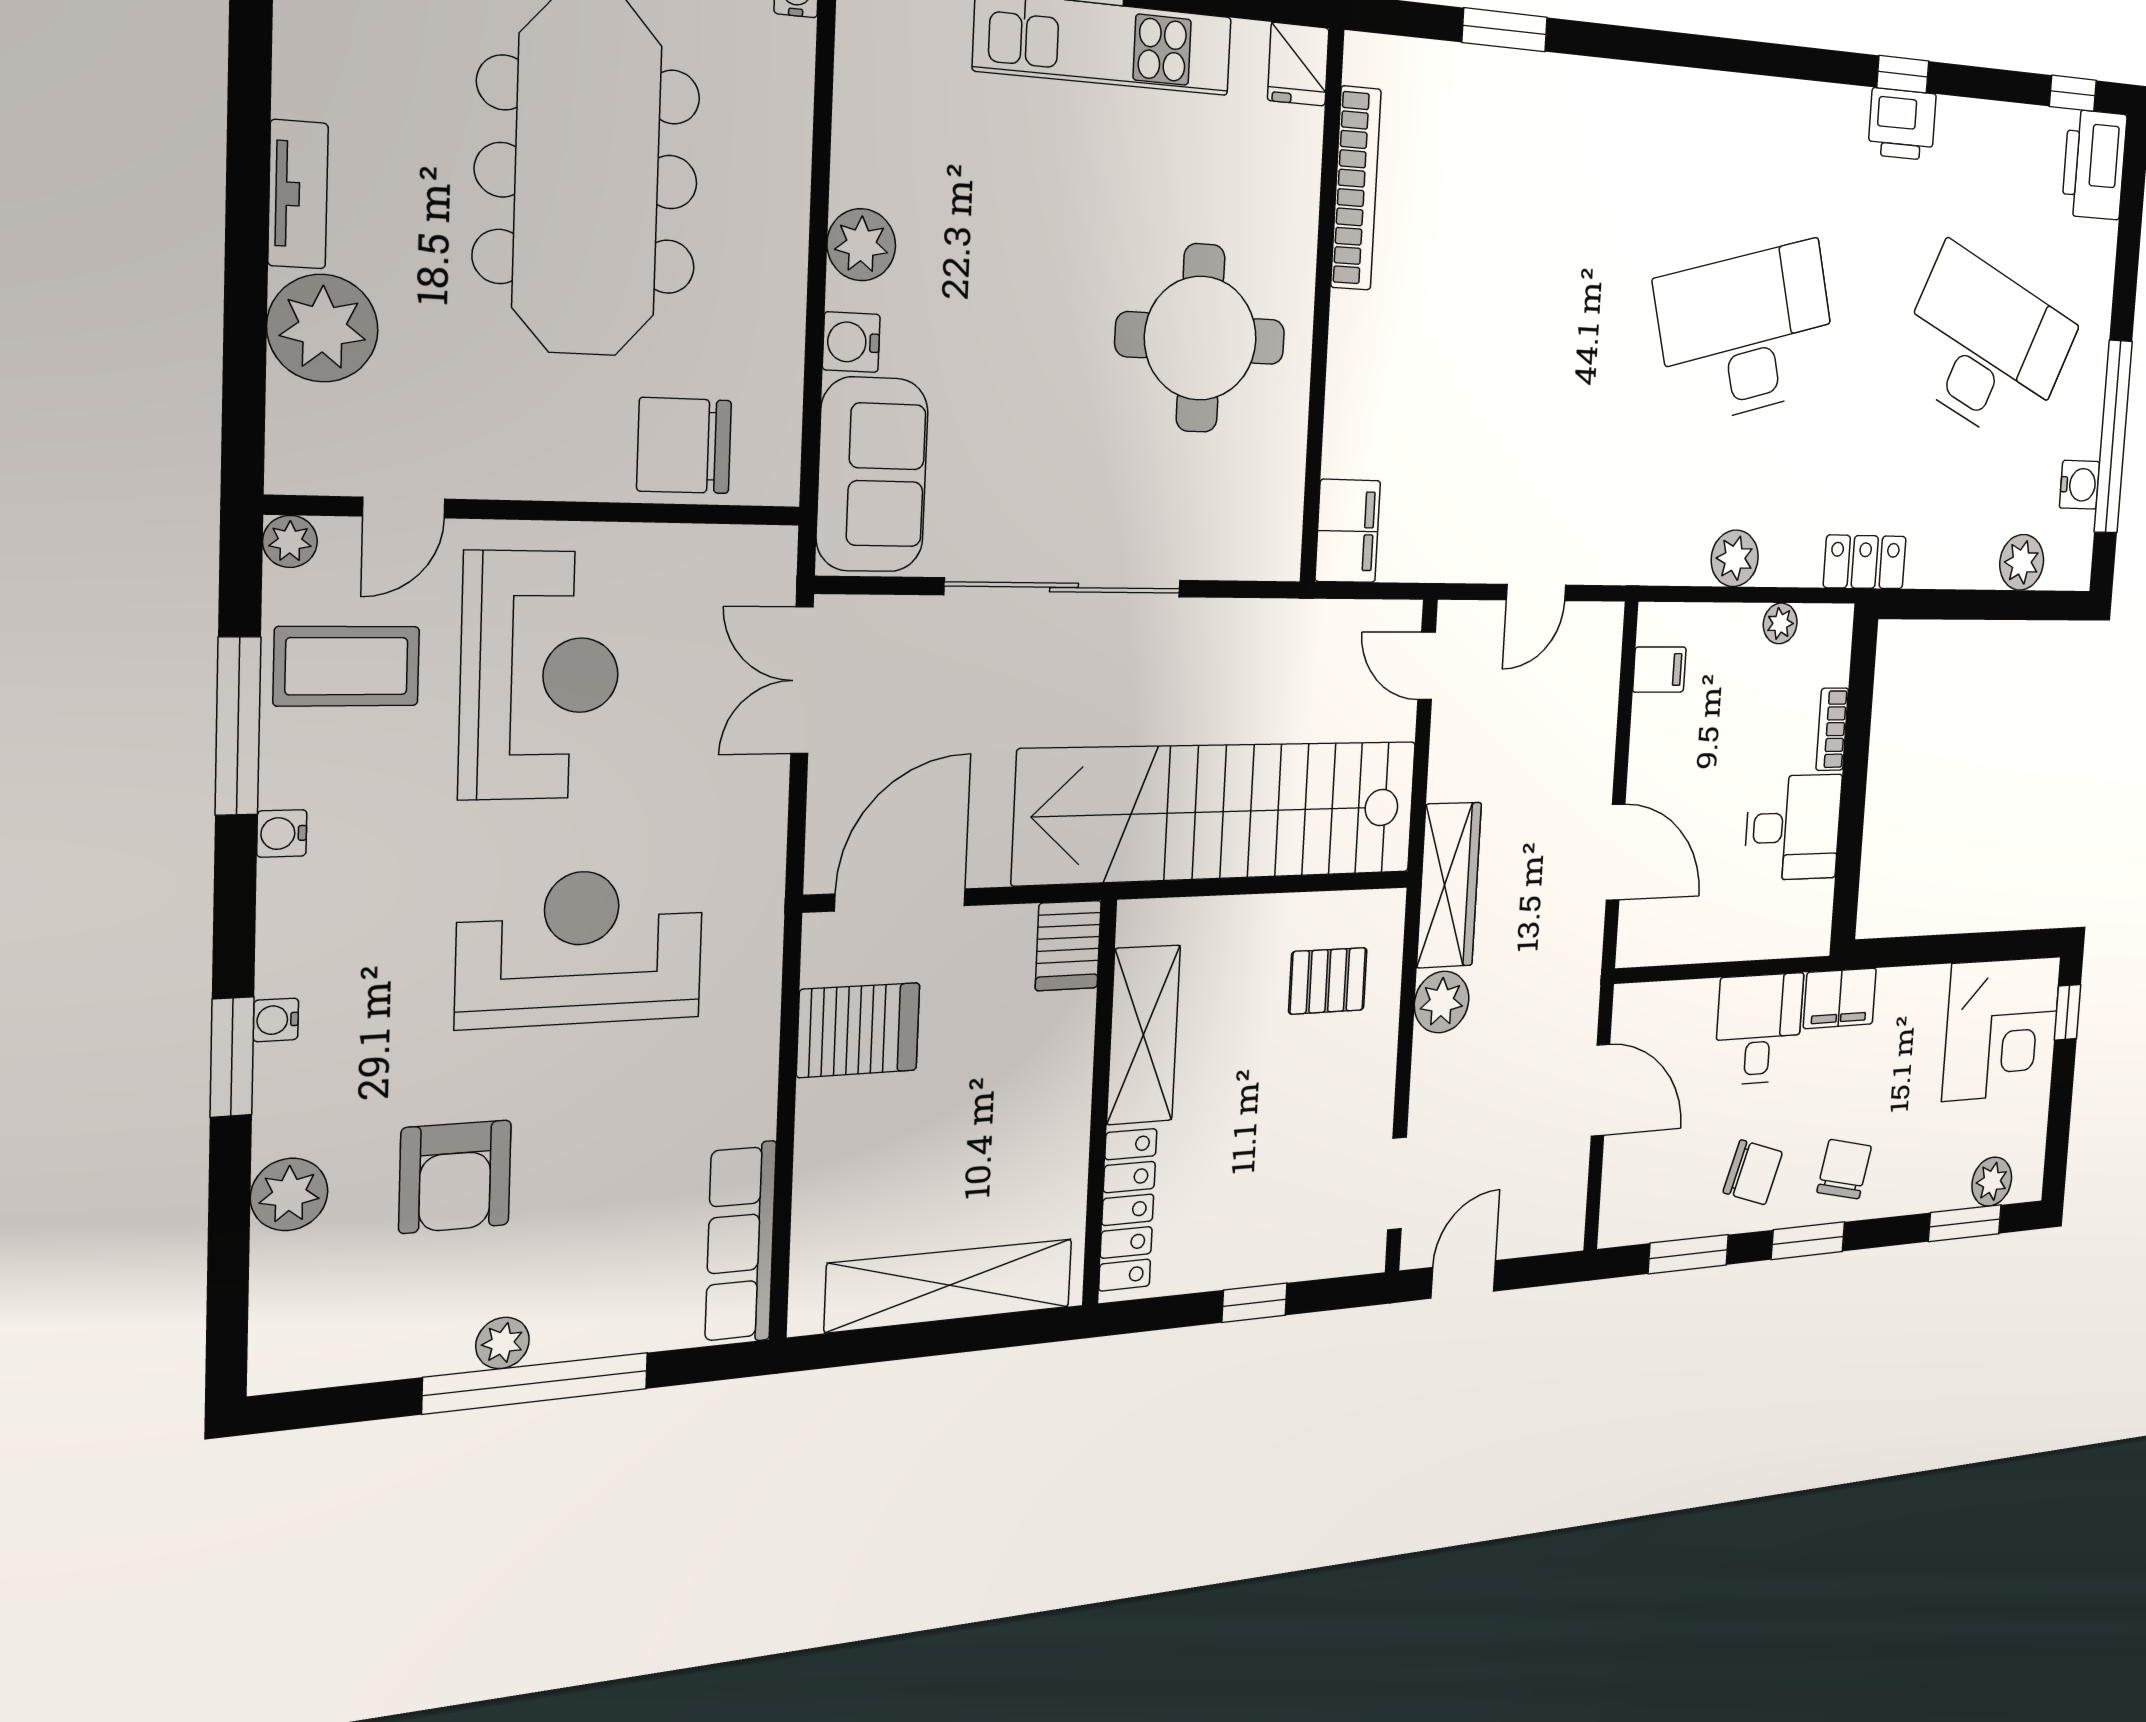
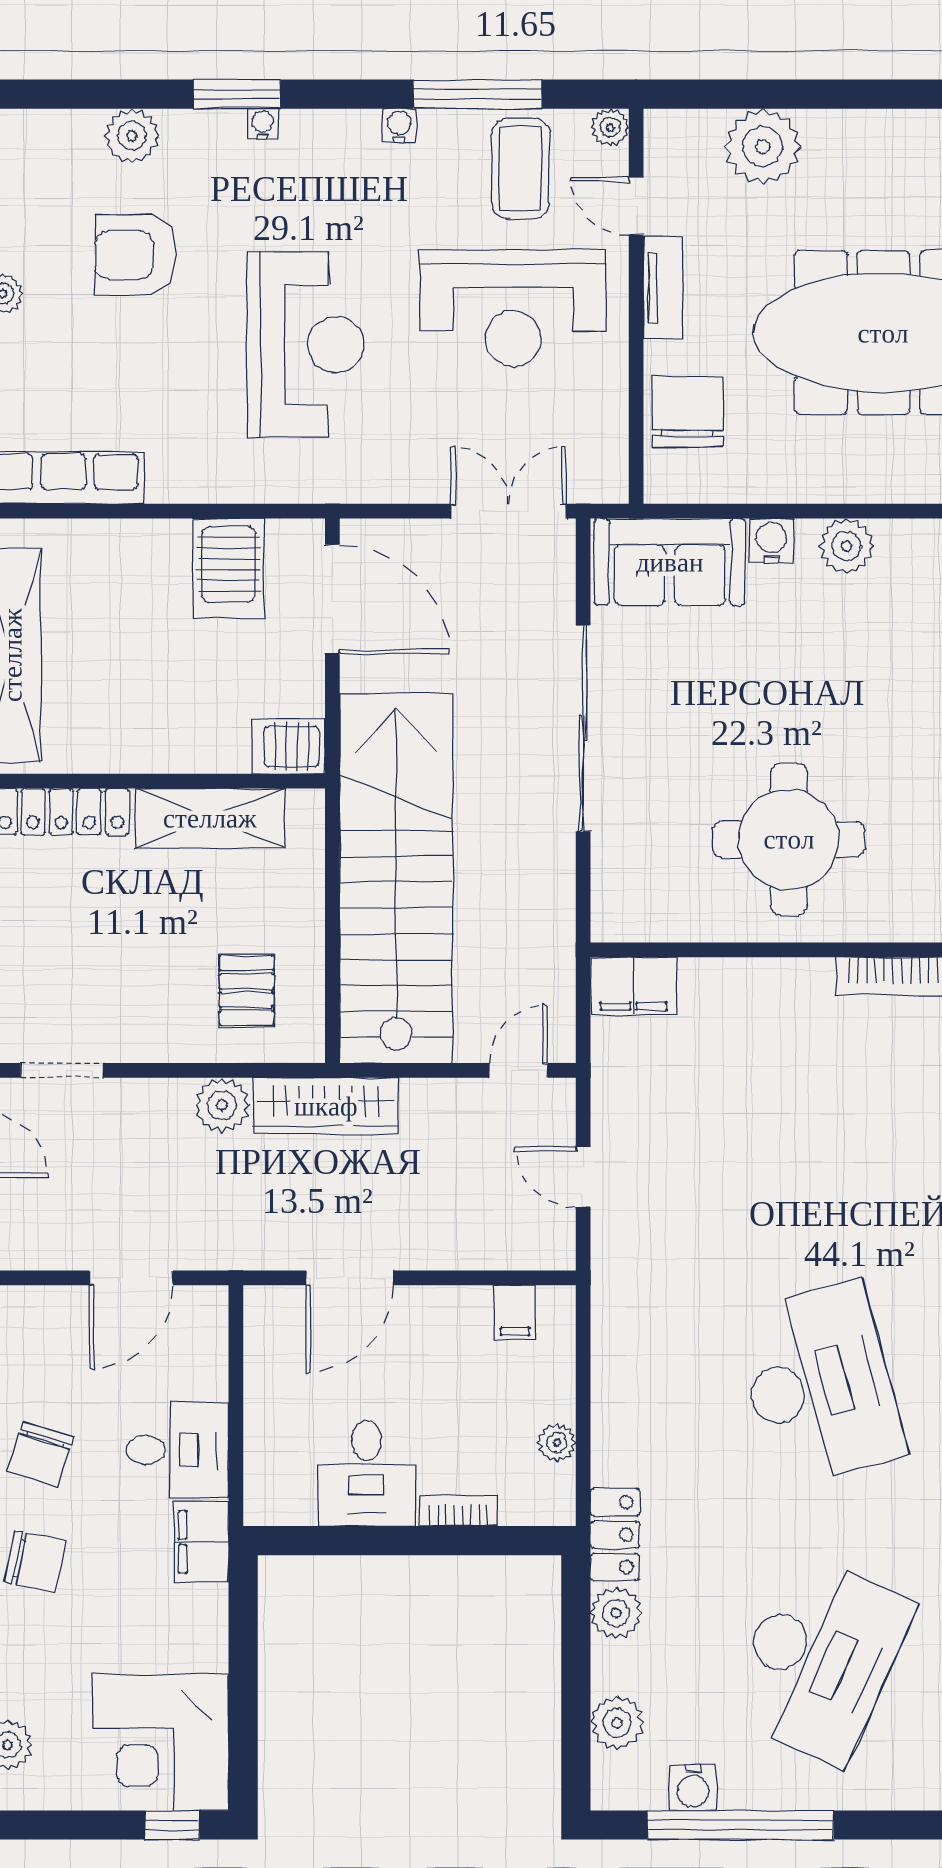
tv unit: (298, 194) -> (663, 288), moved, turned -90
plant: (1735, 558) -> (616, 1613), moved

